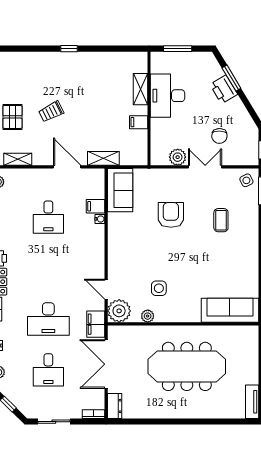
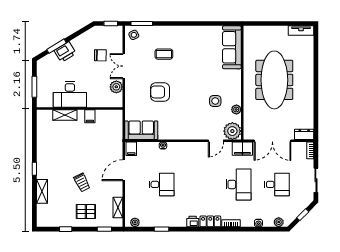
shelving: (103, 158) -> (42, 191), moved
filing cabinet: (96, 206) -> (131, 149), moved

